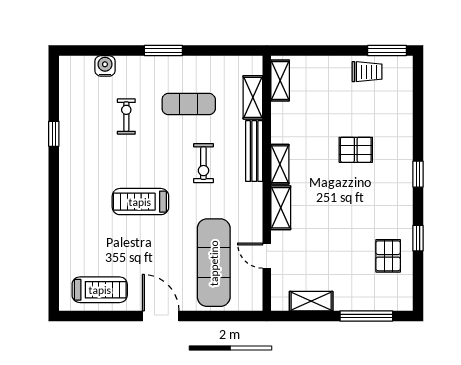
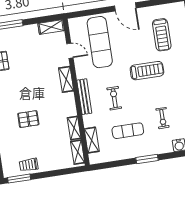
bench: (254, 151) -> (84, 97), moved
shelving: (280, 164) -> (74, 128), moved
treadmill: (100, 290) -> (162, 35), moved, turned -90
shelving: (311, 301) -> (51, 27), moved

